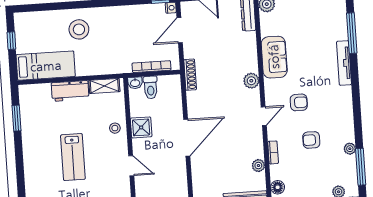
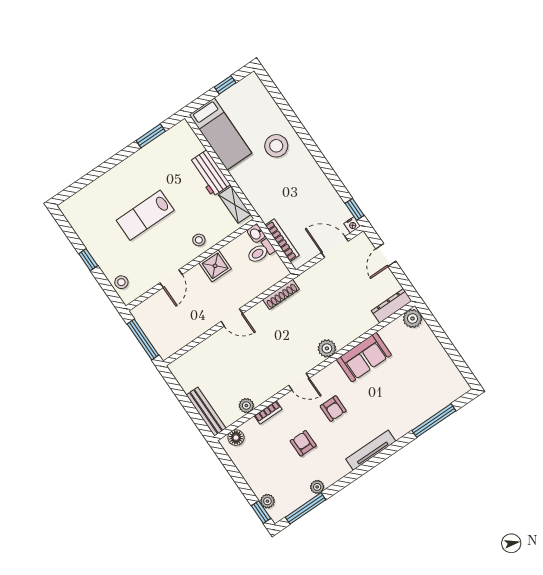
tv unit: (344, 63) -> (371, 450), moved
shoe rack: (190, 75) -> (281, 294), moved
door: (187, 138) -> (232, 317), width x0.53

